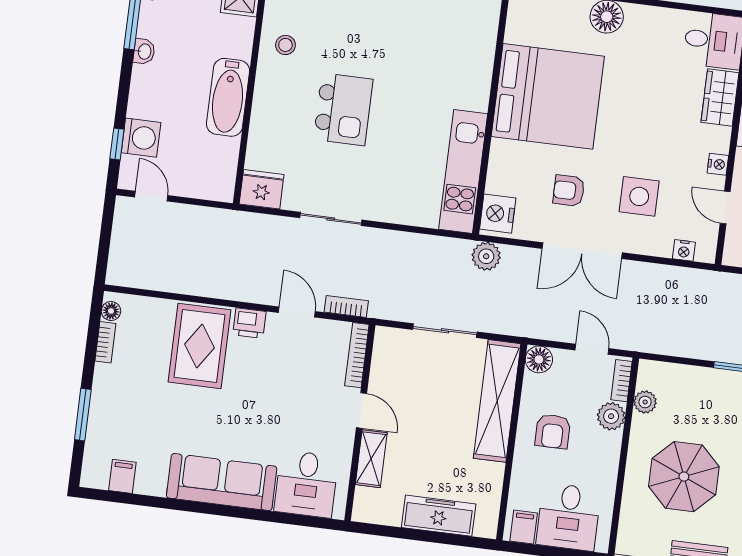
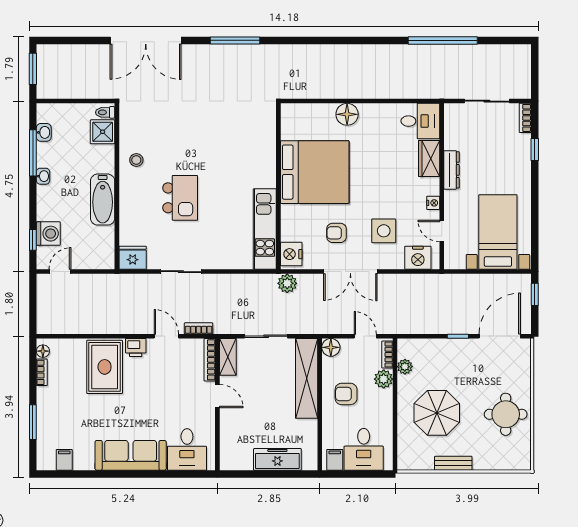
door: (151, 196) -> (60, 272), hinge flipped
nightstand: (684, 250) -> (418, 258), width x1.89, depth x1.79
armchair: (553, 431) -> (346, 394), turned 90
shelving: (371, 459) -> (228, 357), moved

